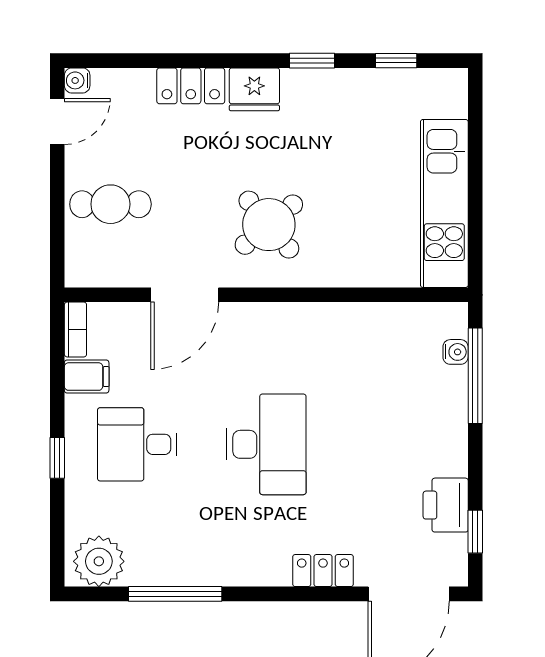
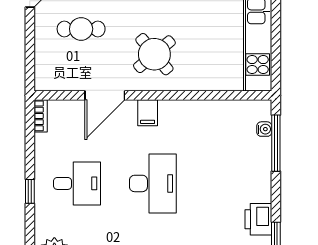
cafe table: (110, 204) -> (81, 29), moved
filing cabinet: (87, 377) -> (148, 113), moved, turned 90
desk: (137, 444) -> (77, 183), turned 180

